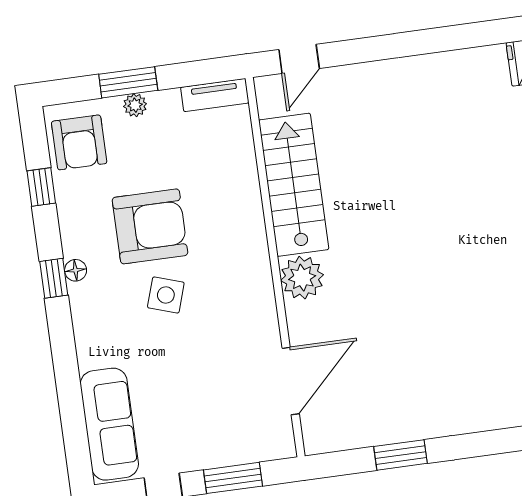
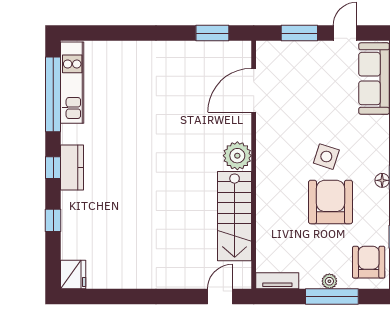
window: (128, 82) -> (332, 297), width x1.44
armchair: (150, 226) -> (330, 202), turned 90
window: (400, 455) -> (212, 33), moved

